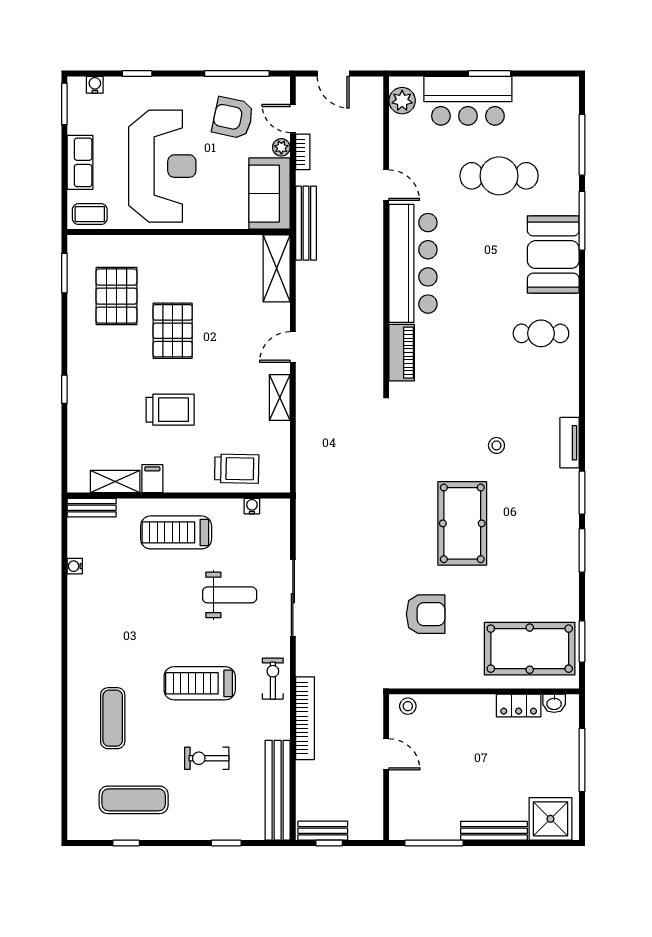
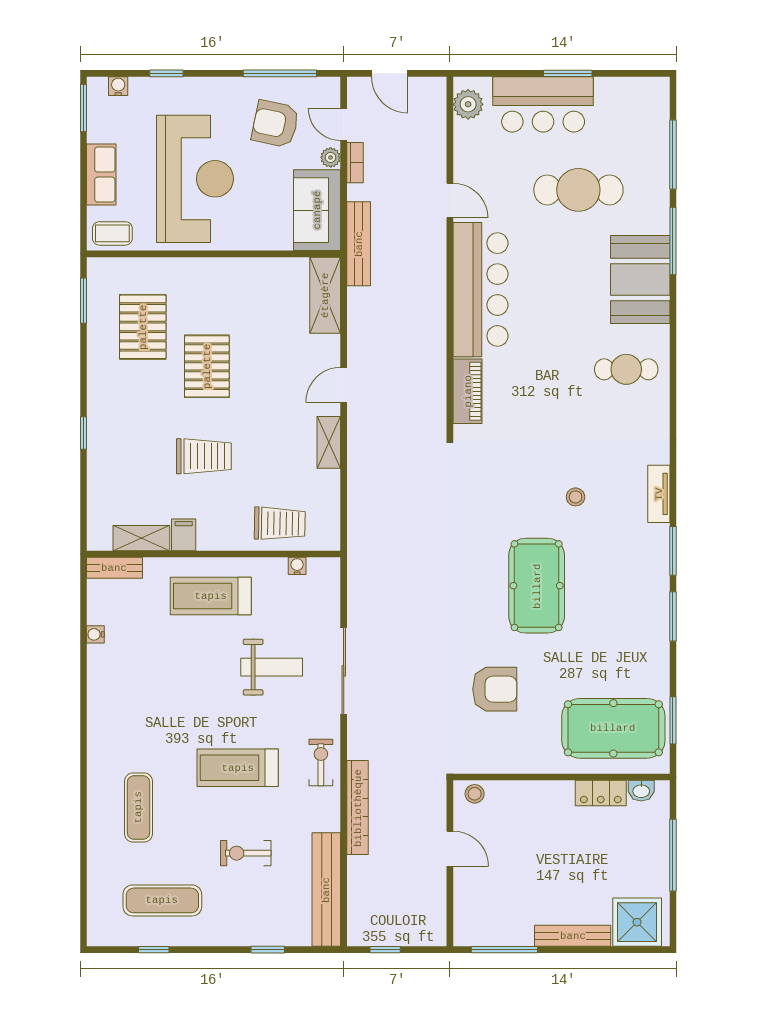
bench: (323, 831) -> (378, 936), removed

